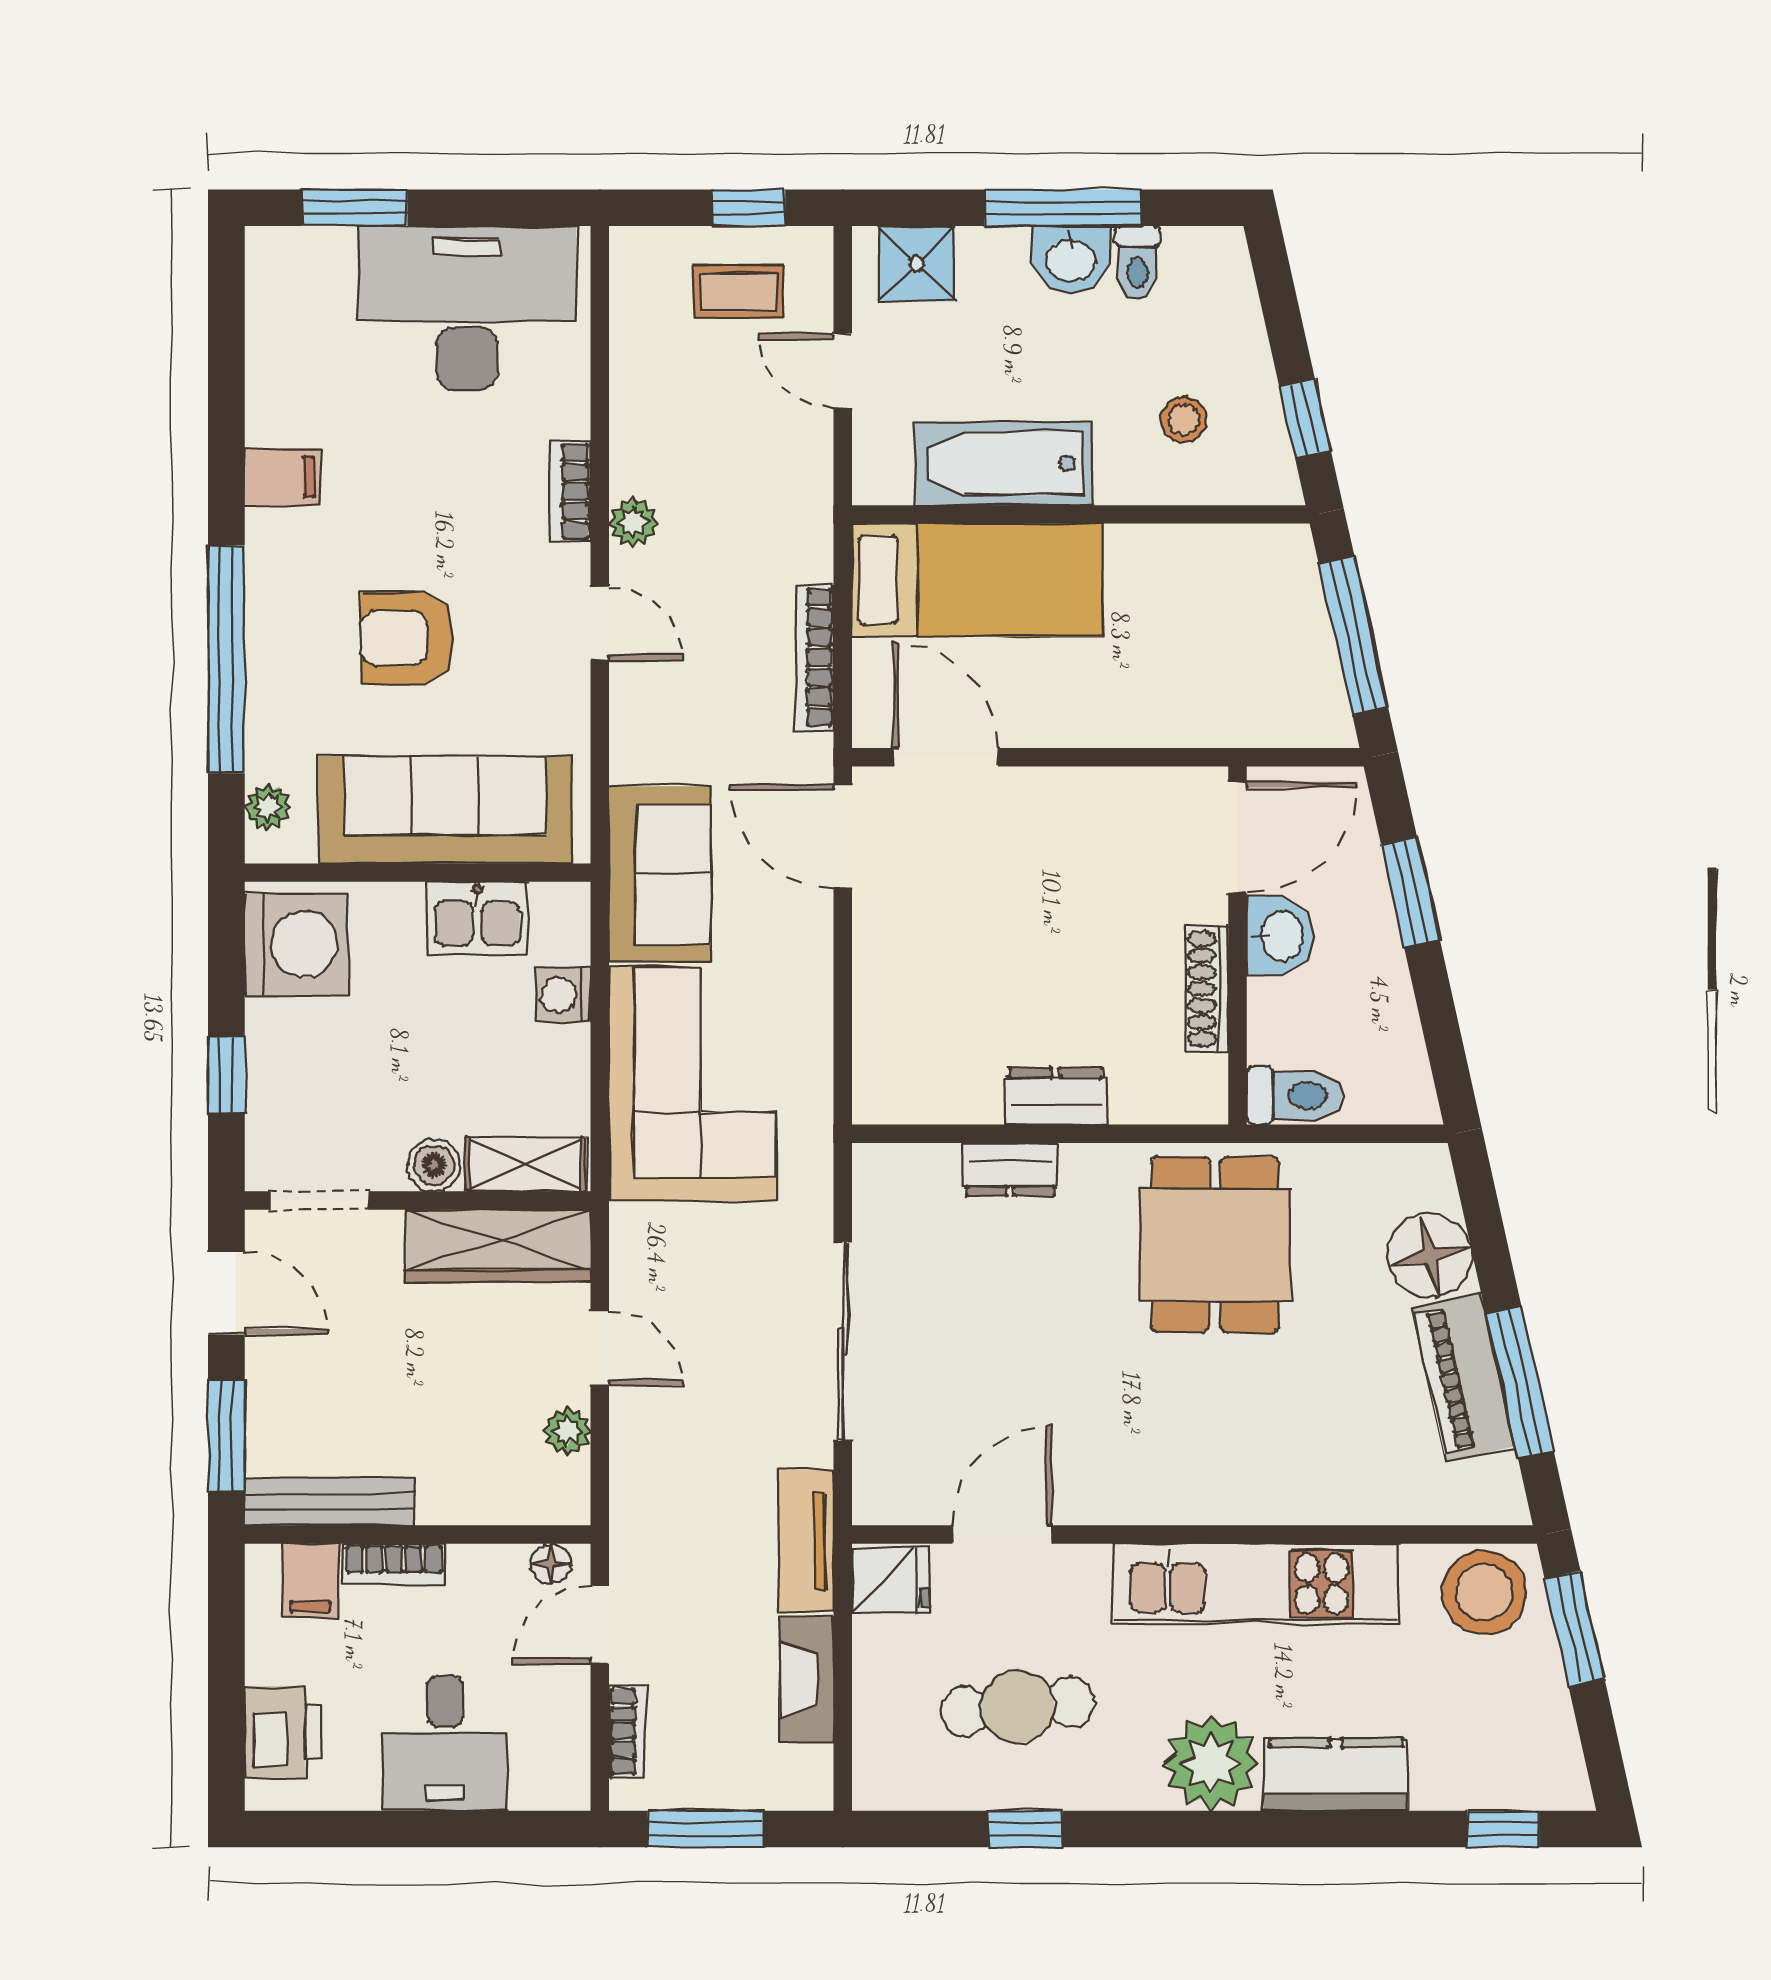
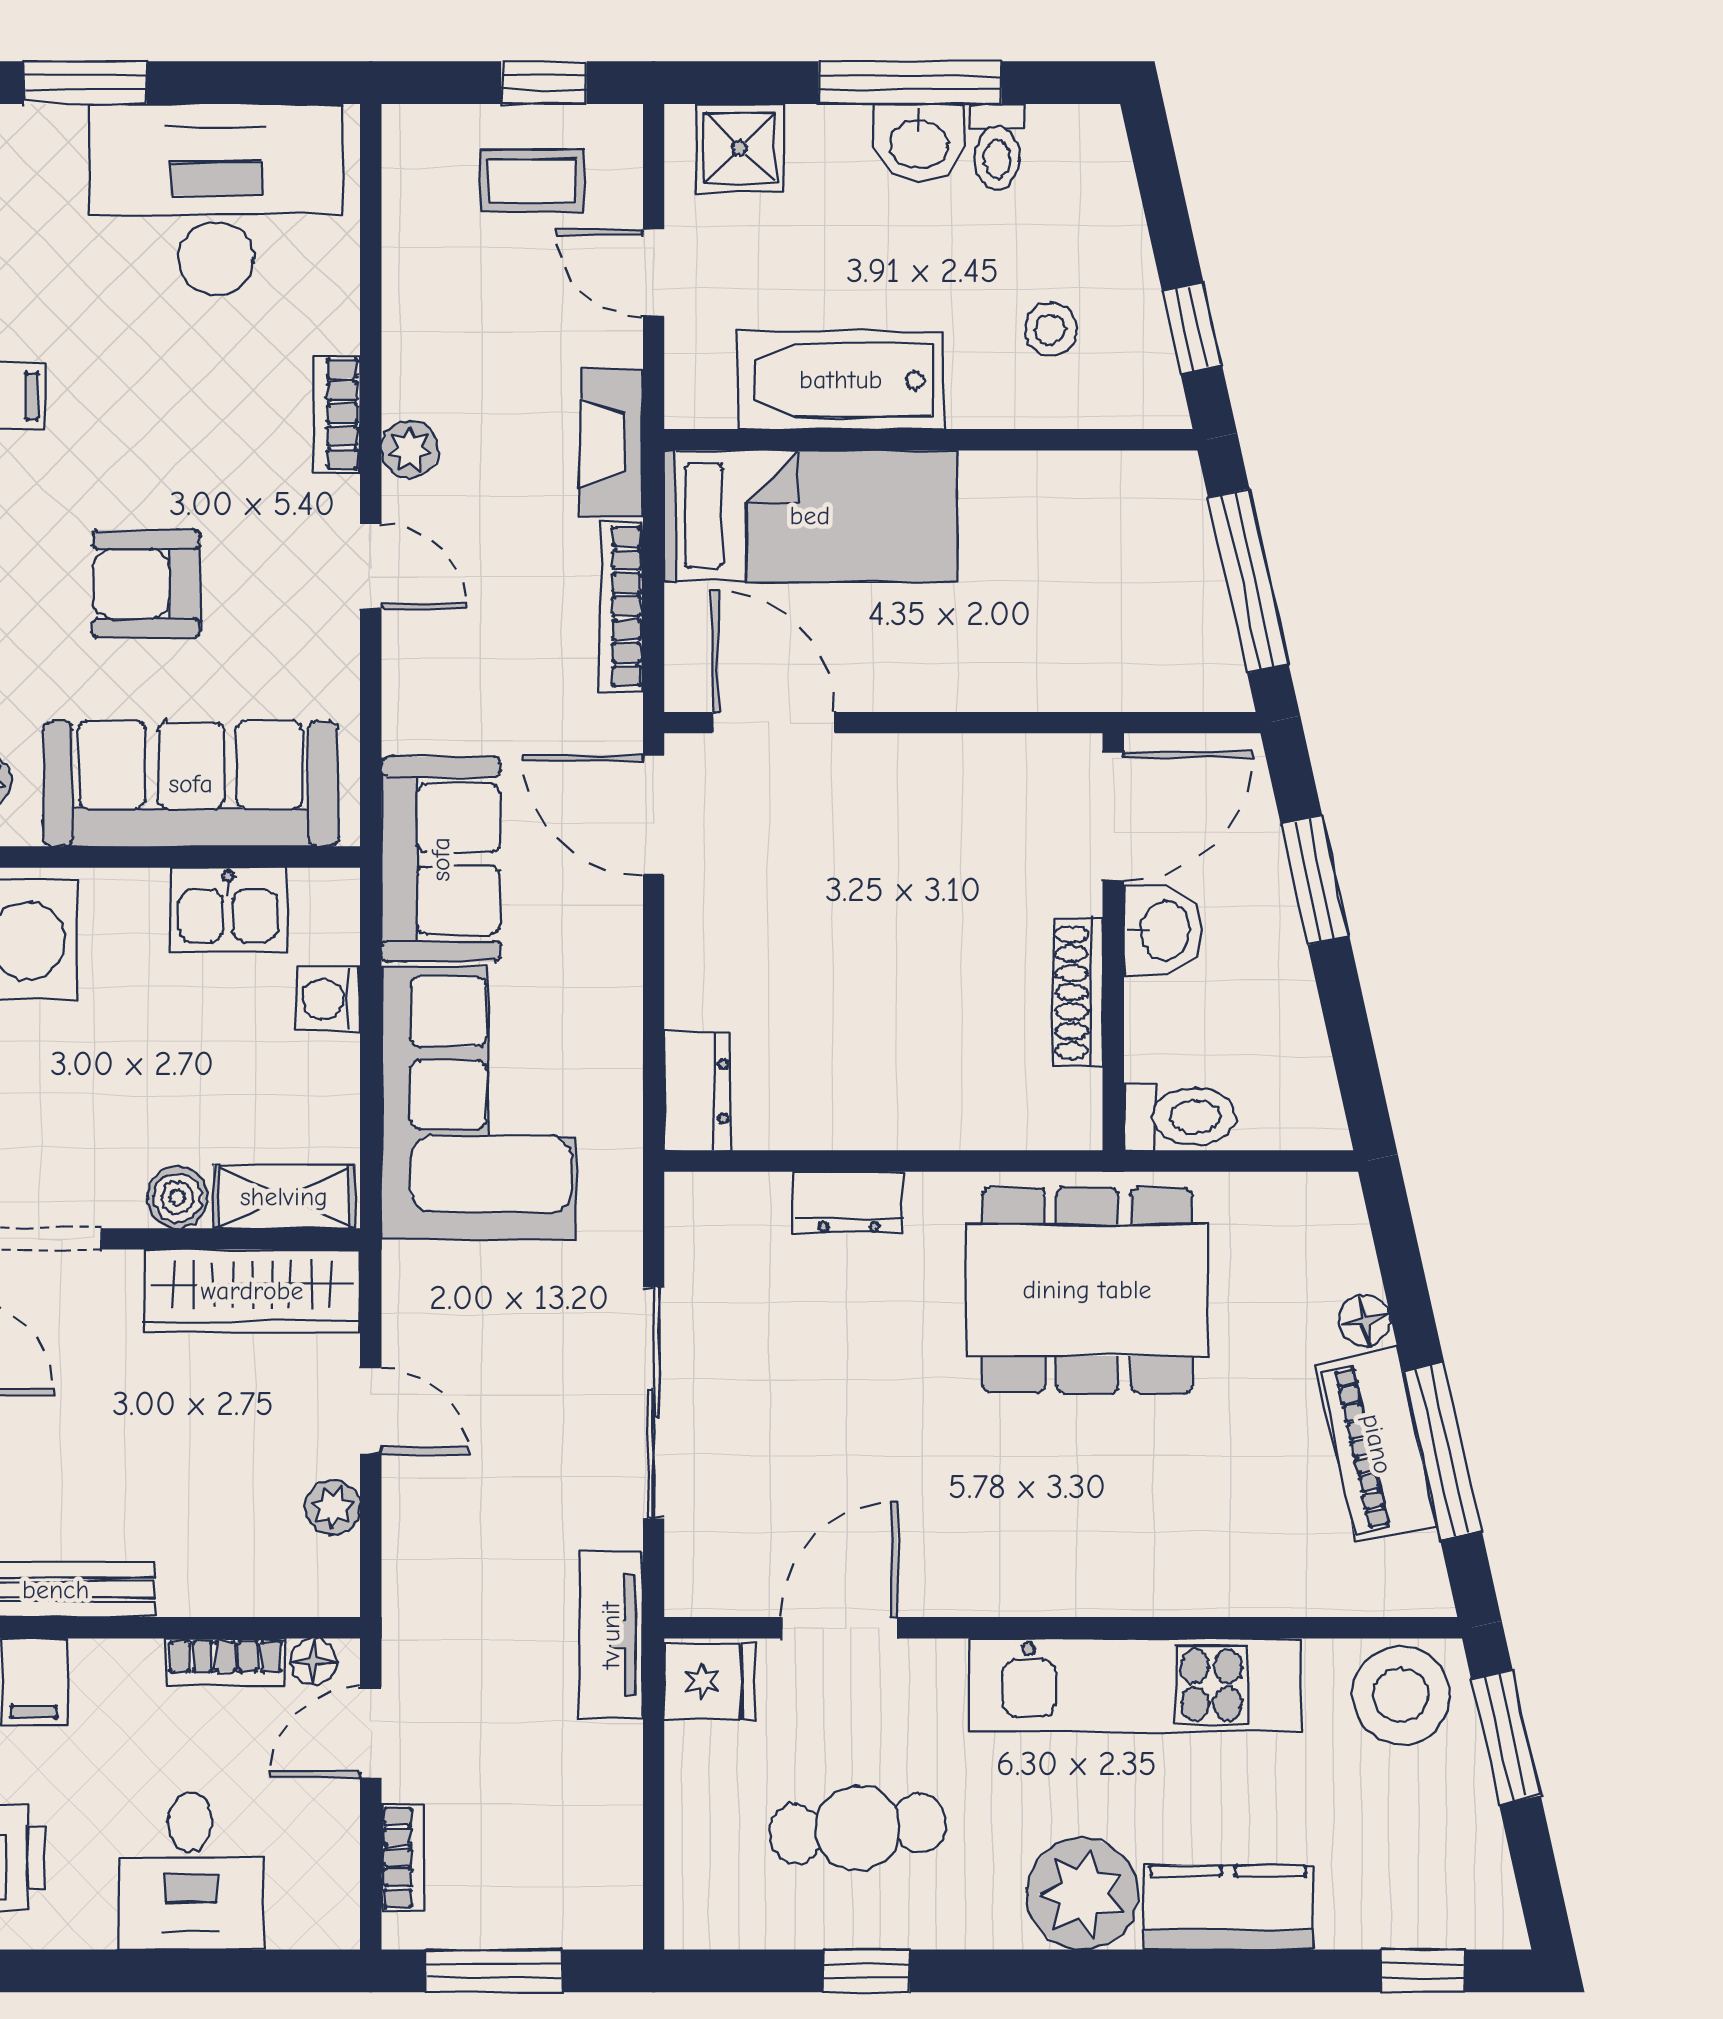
dresser: (1056, 1096) -> (697, 1092), moved, turned 90
dining table: (1215, 1245) -> (1087, 1290), width x1.38
floor lamp: (1430, 1256) -> (1365, 1321), width x0.53, depth x0.53
bookcase: (394, 1564) -> (225, 1662), moved
fireplace: (807, 1680) -> (612, 443), moved

